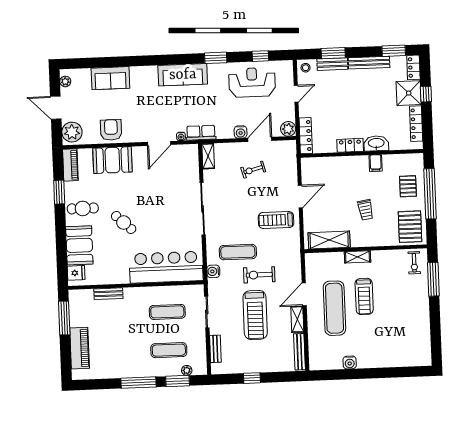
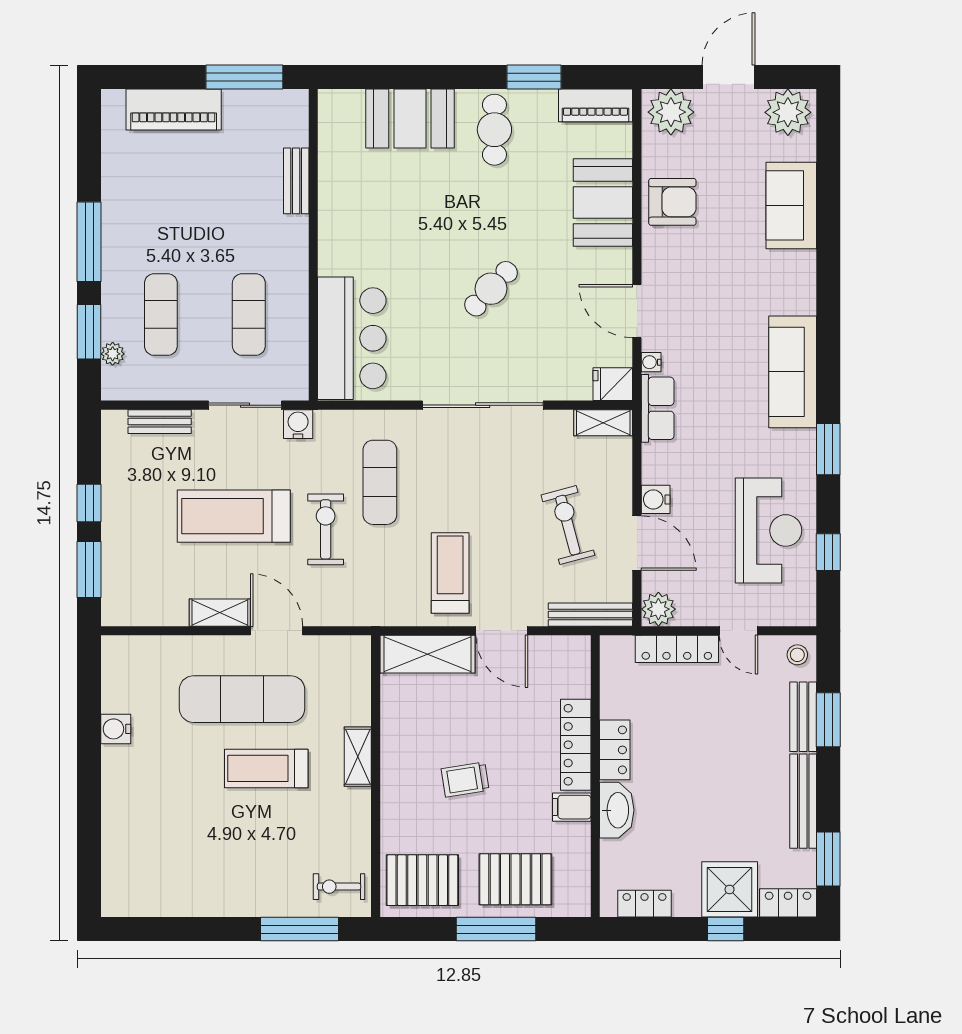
plant: (65, 81) -> (788, 112), width x1.88, depth x1.88
locker: (416, 124) -> (645, 904), width x0.66
locker: (306, 136) -> (677, 649), moved
locker: (348, 162) -> (576, 745), added
exercise bike: (253, 170) -> (568, 525), width x1.38, depth x1.39
pallet: (408, 186) -> (515, 879), width x1.50, depth x1.42
window: (430, 194) -> (496, 929), width x0.68
cafe table: (124, 223) -> (491, 289), moved
shelving: (329, 240) -> (427, 654), moved, turned 90
bar counter: (166, 267) -> (352, 338), width x0.73
water cooler: (213, 271) -> (298, 424), moved
fridge: (76, 273) -> (613, 384), moved, turned 90
bench: (299, 352) -> (590, 615), moved
window: (281, 377) -> (89, 570), added

